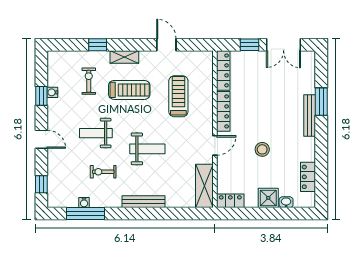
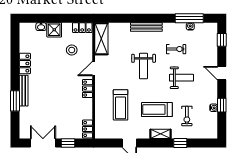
locker: (223, 70) -> (87, 129), width x0.66
locker: (223, 111) -> (87, 89), width x0.66
weight bench: (147, 149) -> (144, 66), turned -90
stool: (262, 149) -> (72, 50), moved
locker: (308, 177) -> (25, 63), moved

